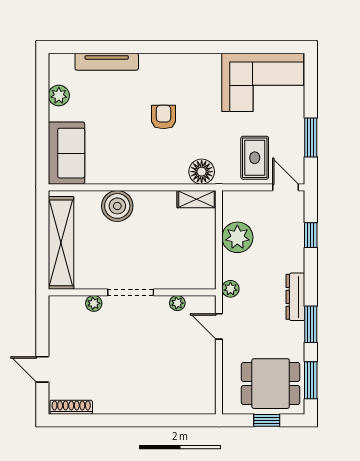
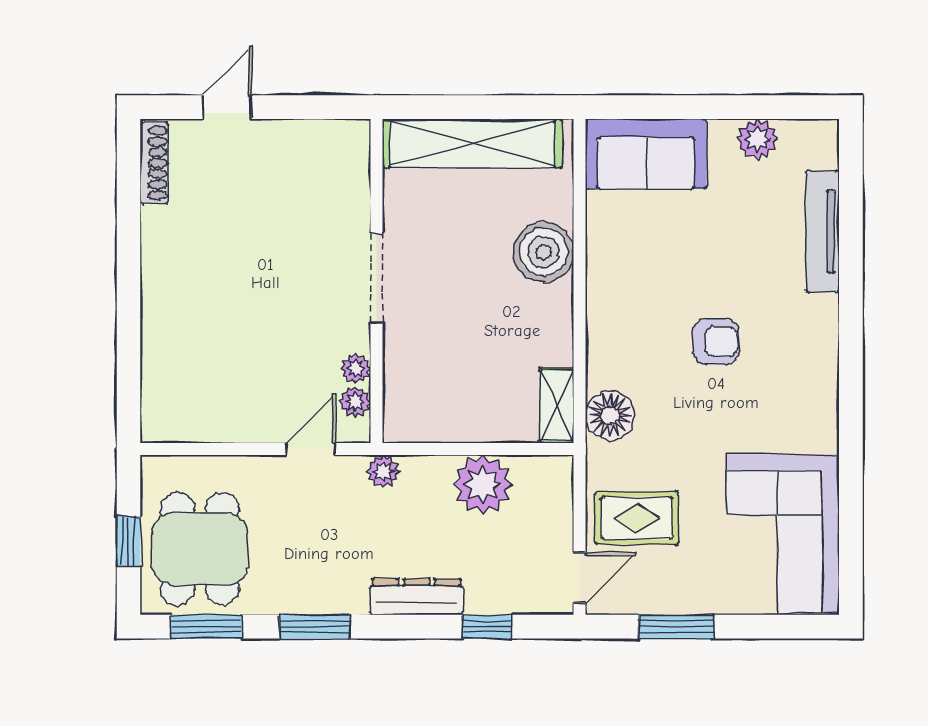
dresser: (295, 297) -> (416, 597), moved
plant: (94, 303) -> (355, 402), moved

